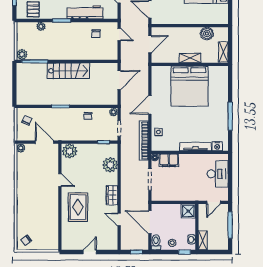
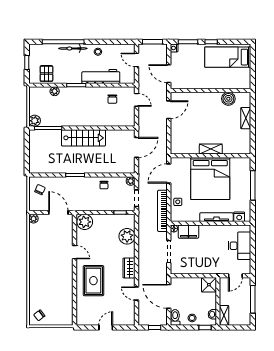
shelving: (190, 58) -> (211, 149), moved
wall: (190, 64) -> (210, 156), moved
bed: (190, 86) -> (210, 179), moved

